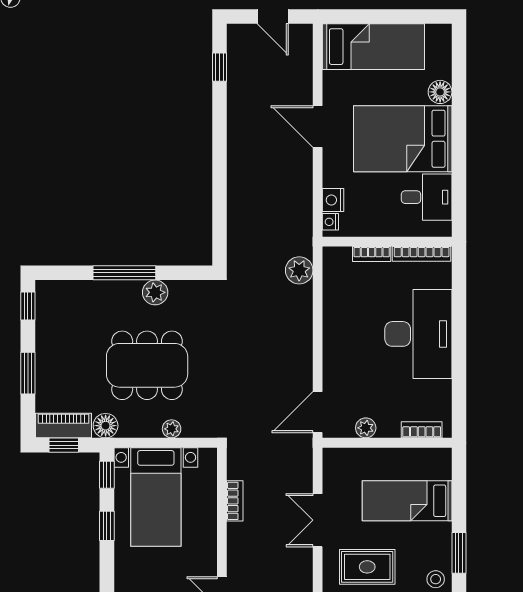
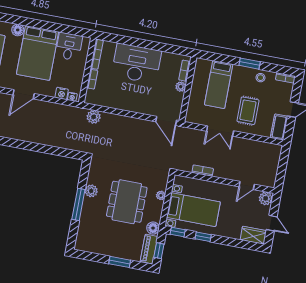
window: (28, 306) -> (86, 256), removed
plant: (366, 428) -> (181, 87), moved

